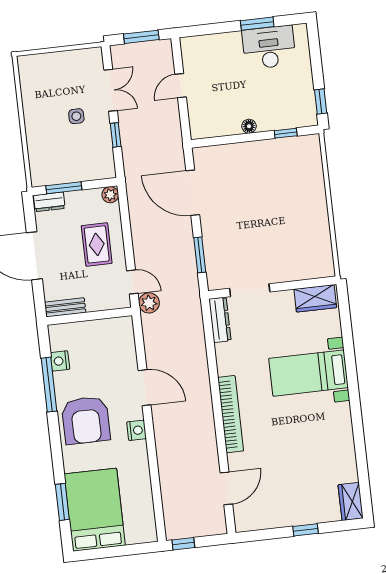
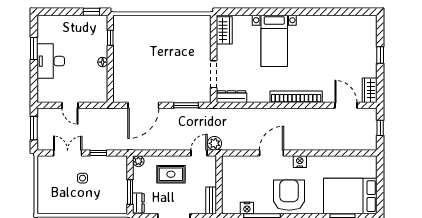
desk: (269, 47) -> (51, 61), moved
armchair: (86, 420) -> (289, 195), turned -90
wardrobe: (351, 501) -> (370, 90), moved, turned 90
window: (183, 544) -> (380, 128), moved

